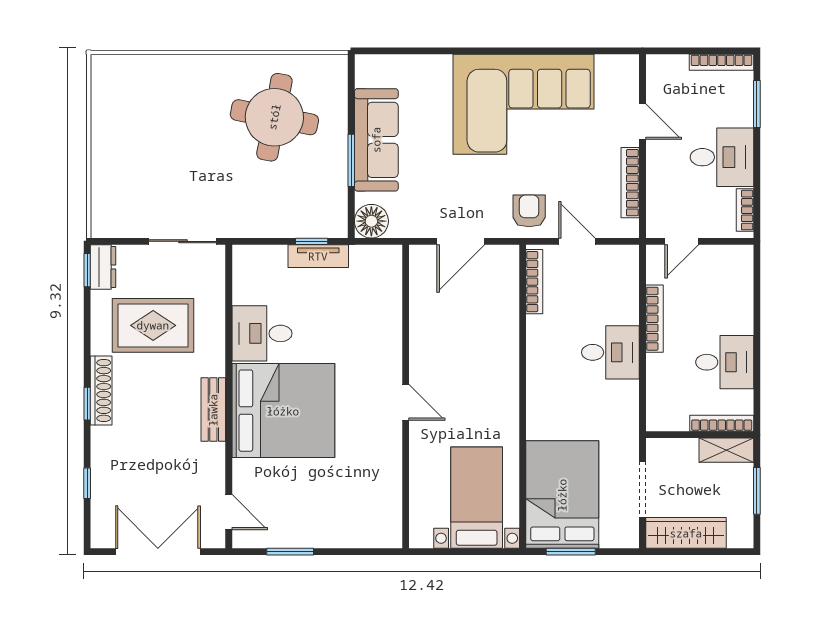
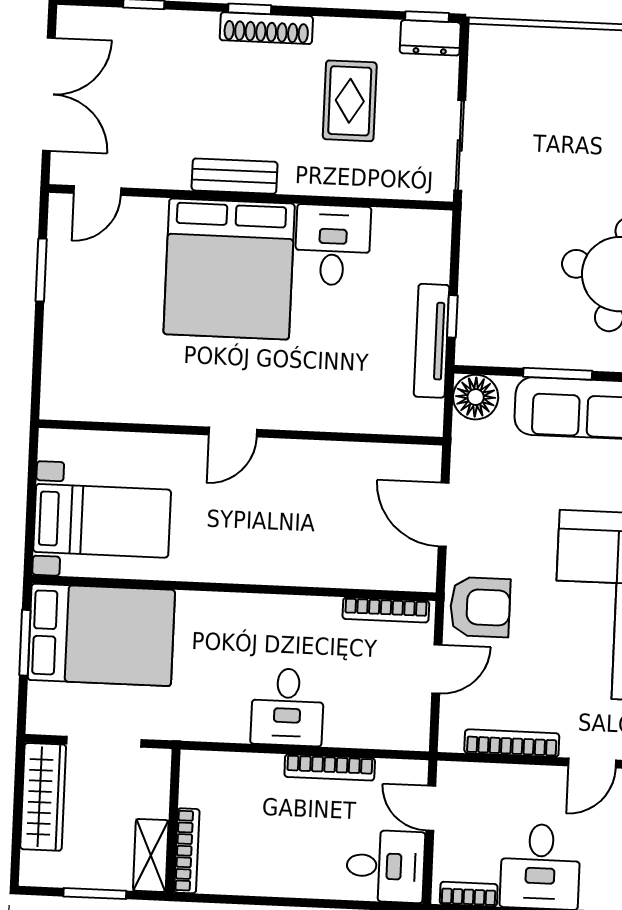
armchair: (529, 211) -> (480, 607), width x1.38, depth x1.38
tv unit: (318, 256) -> (432, 341), width x1.41
rug: (153, 325) -> (350, 101), width x0.73, depth x0.70
desk: (725, 362) -> (385, 866), moved, turned -90

